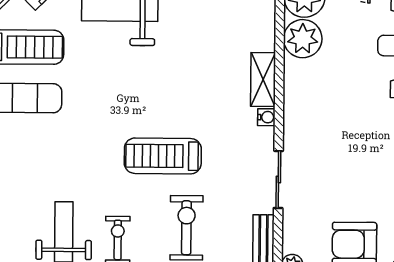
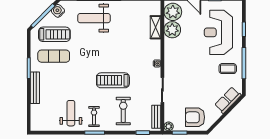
shelving: (263, 80) -> (155, 27), moved

